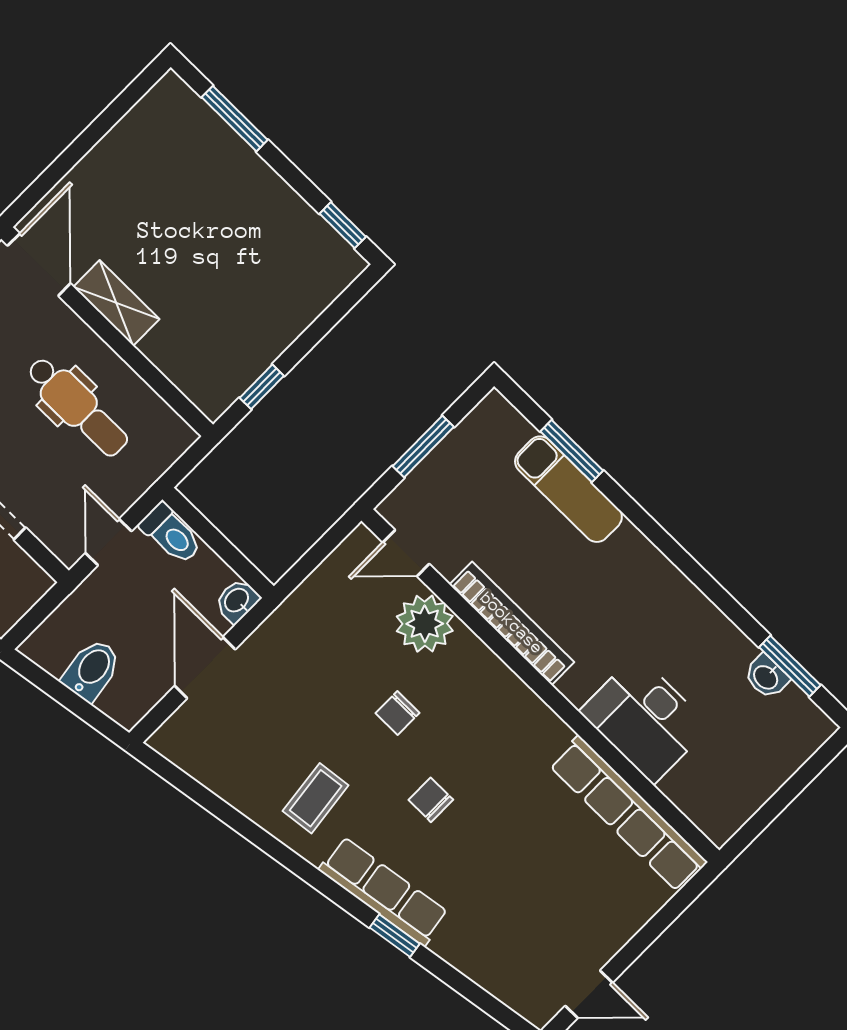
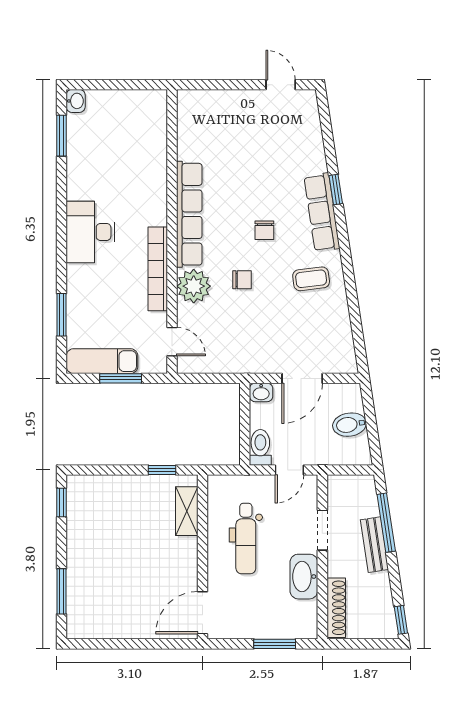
shelving: (116, 303) -> (187, 511), moved
dental chair: (77, 407) -> (246, 539), turned 180
exam couch: (568, 489) -> (102, 361), moved, turned -90
plant: (425, 624) -> (194, 286), moved
washbasin: (766, 677) -> (76, 101), moved
desk: (645, 719) -> (90, 232), moved, turned 180
row of seats: (628, 814) -> (189, 214), moved

